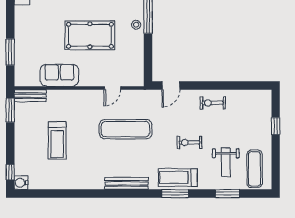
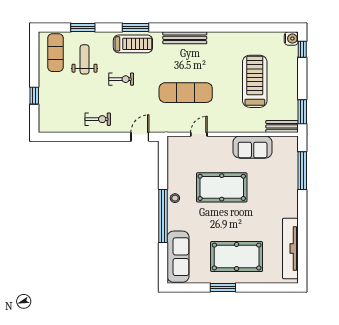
window: (10, 52) -> (302, 171), width x1.44
treadmill: (57, 140) -> (255, 81), width x1.37, depth x1.38

